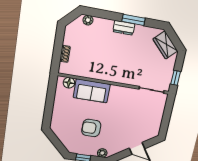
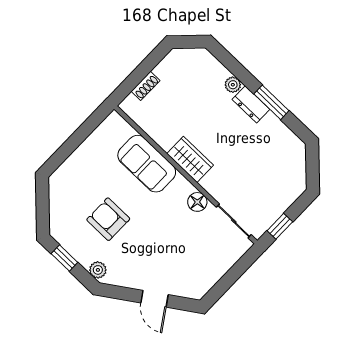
plant: (88, 20) -> (233, 85), moved
wardrobe: (165, 45) -> (190, 159), moved, turned 135
floor lamp: (69, 83) -> (197, 202), moved

